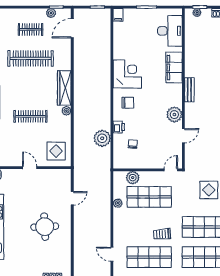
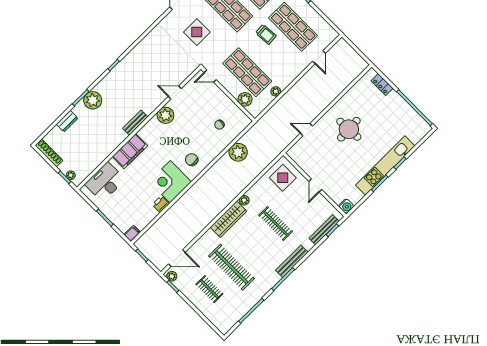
plant: (51, 13) -> (172, 276), moved
printer: (119, 127) -> (161, 204), moved

